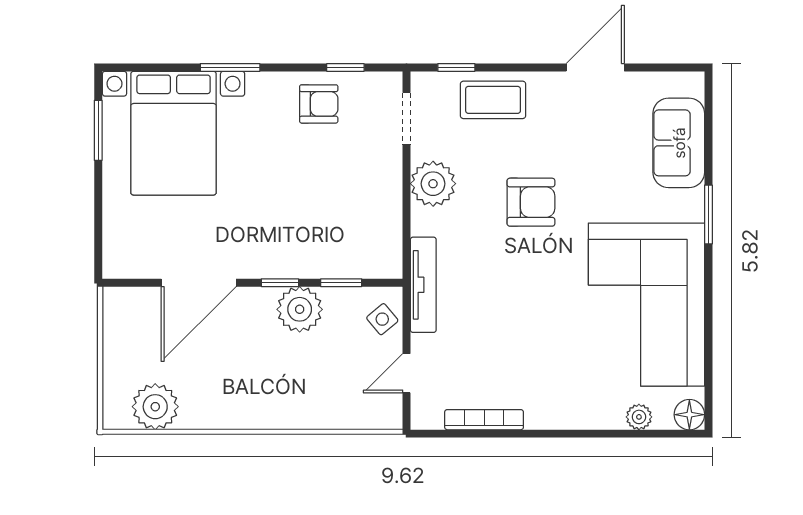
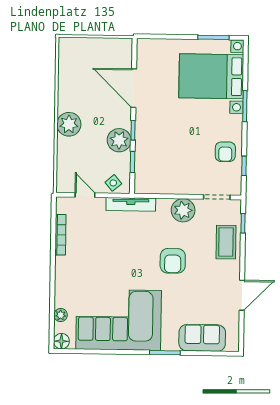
door: (595, 67) -> (242, 295), hinge flipped
plant: (155, 407) -> (69, 124), moved

